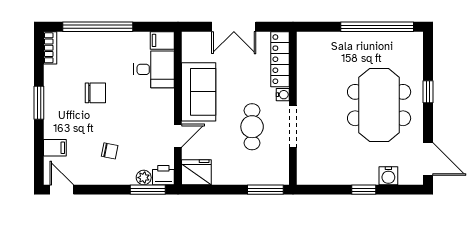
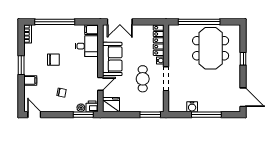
double door: (234, 27) -> (120, 22), moved
window: (377, 27) -> (199, 22), moved
meeting table: (379, 105) -> (211, 48), moved
filing cabinet: (55, 148) -> (30, 80), moved
water cooler: (388, 176) -> (192, 107), moved
window: (364, 190) -> (206, 115), width x2.17

